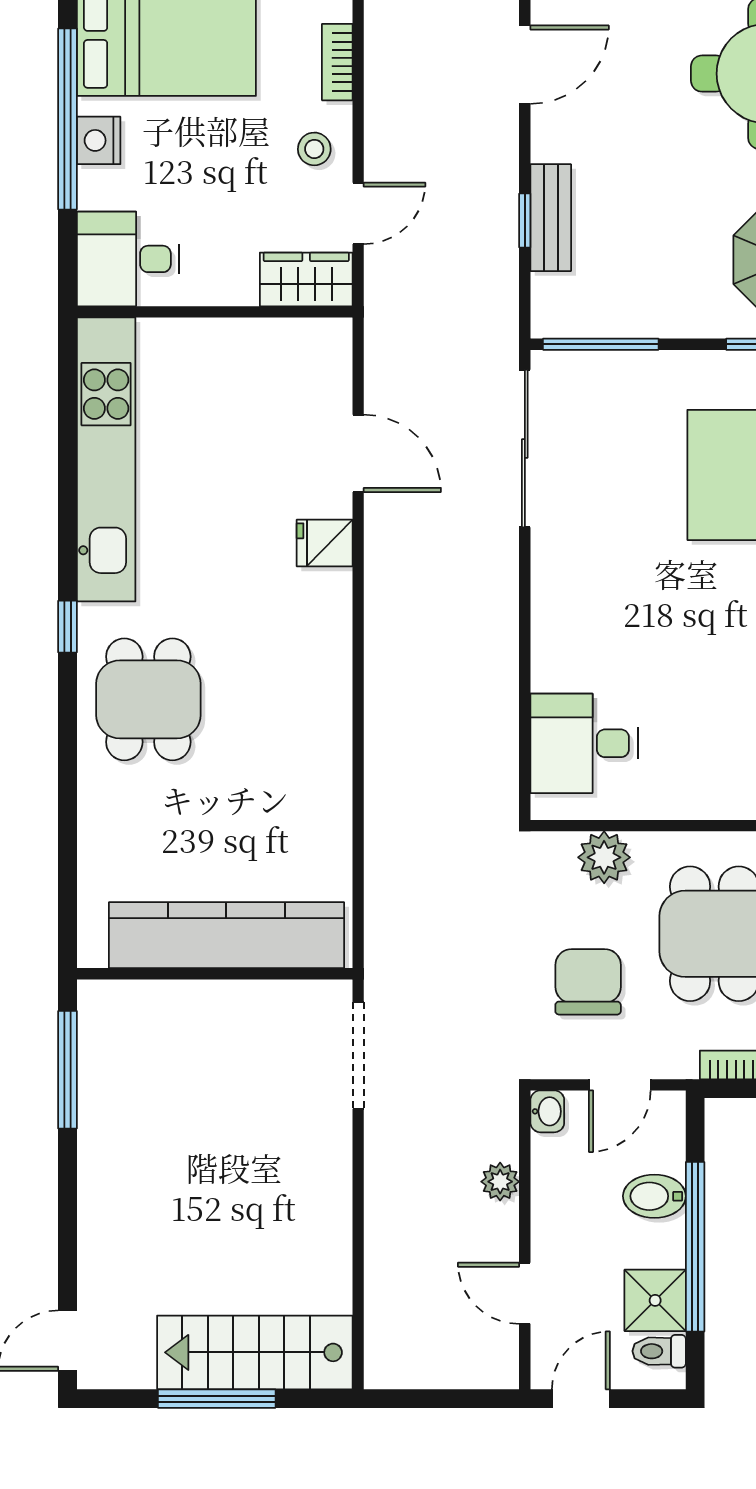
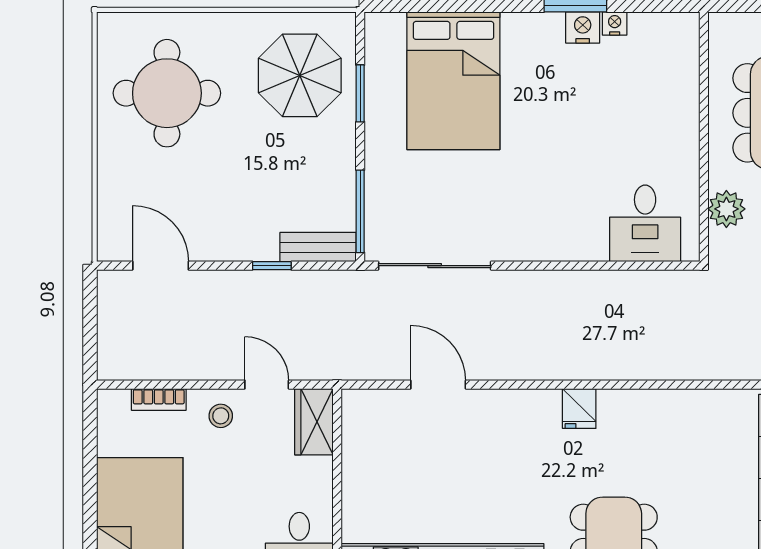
bench: (551, 218) -> (318, 247), moved
door: (358, 453) -> (438, 385), hinge flipped
fridge: (325, 543) -> (579, 408), moved

